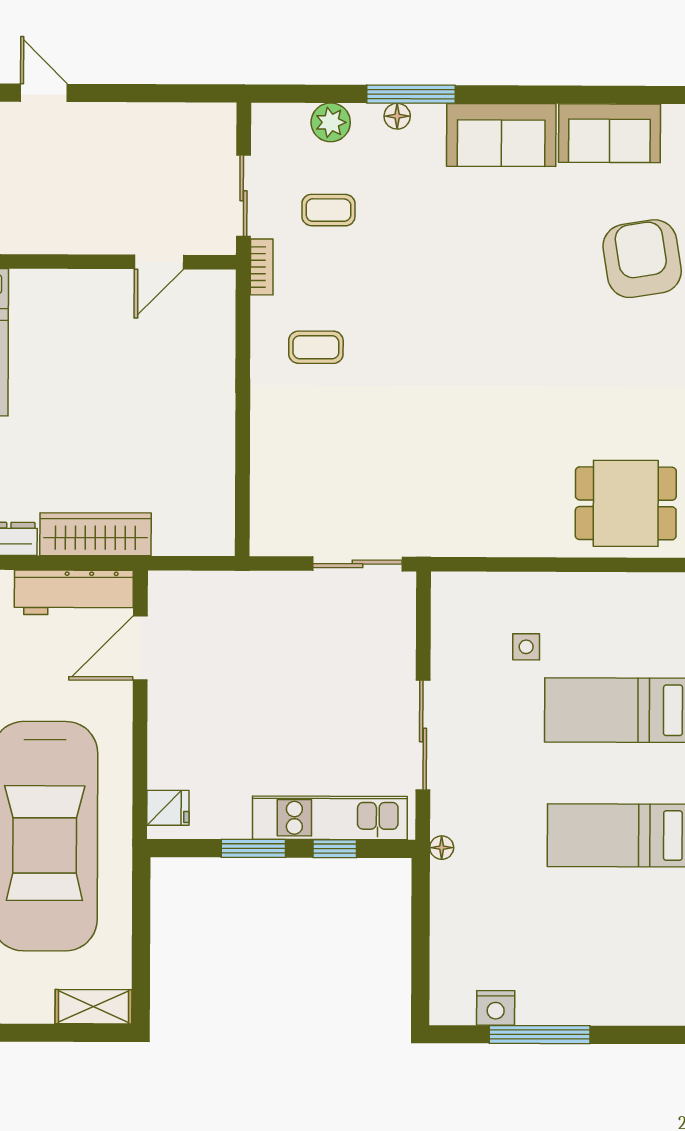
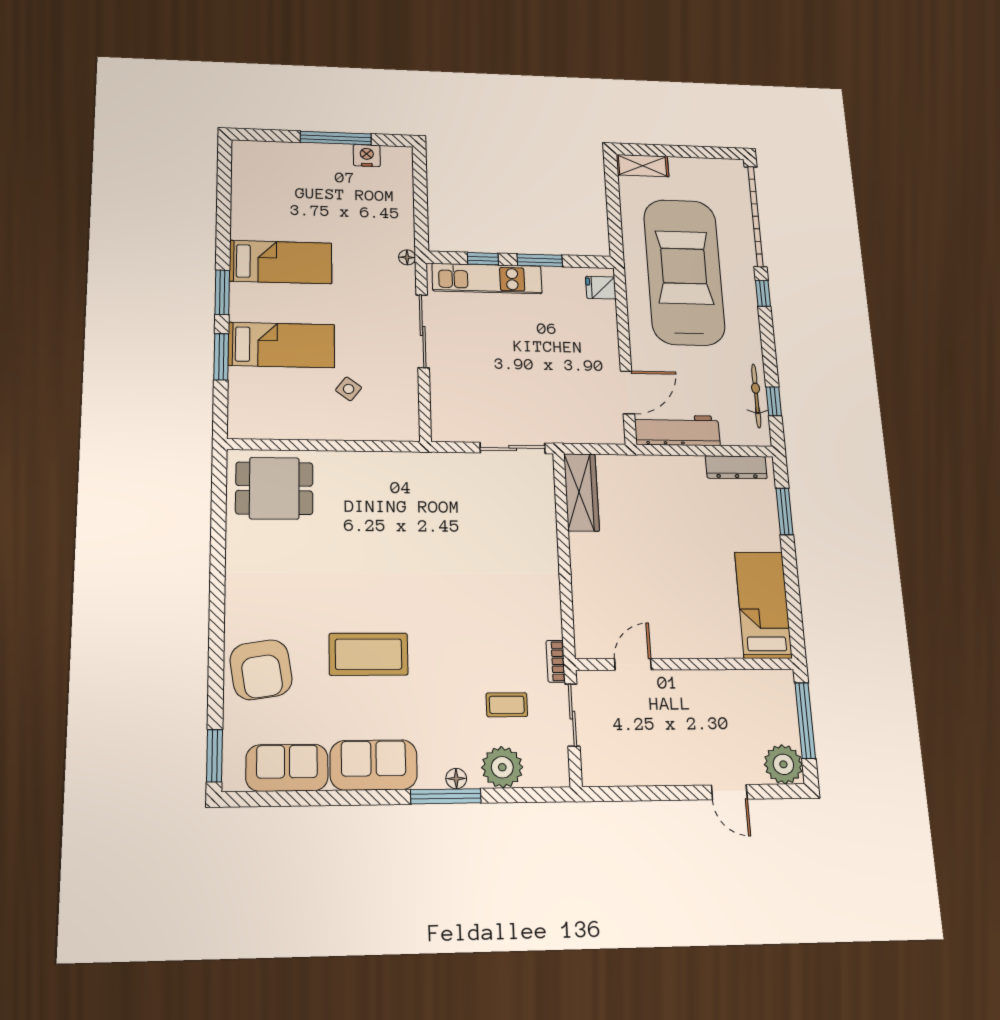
plant: (331, 122) -> (502, 767), width x1.36, depth x1.36
coffee table: (316, 347) -> (368, 654), moved, width x1.86, depth x1.72
wardrobe: (95, 534) -> (581, 492), moved, turned -90
sliding door: (357, 564) -> (513, 448), moved
side table: (526, 647) -> (349, 389), turned 37

